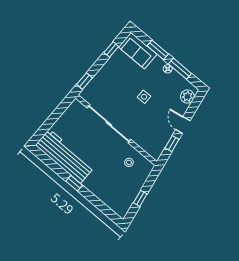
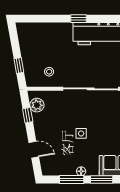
plant: (187, 97) -> (37, 105), moved
door: (183, 125) -> (34, 150), moved
window: (140, 198) -> (19, 66), moved

